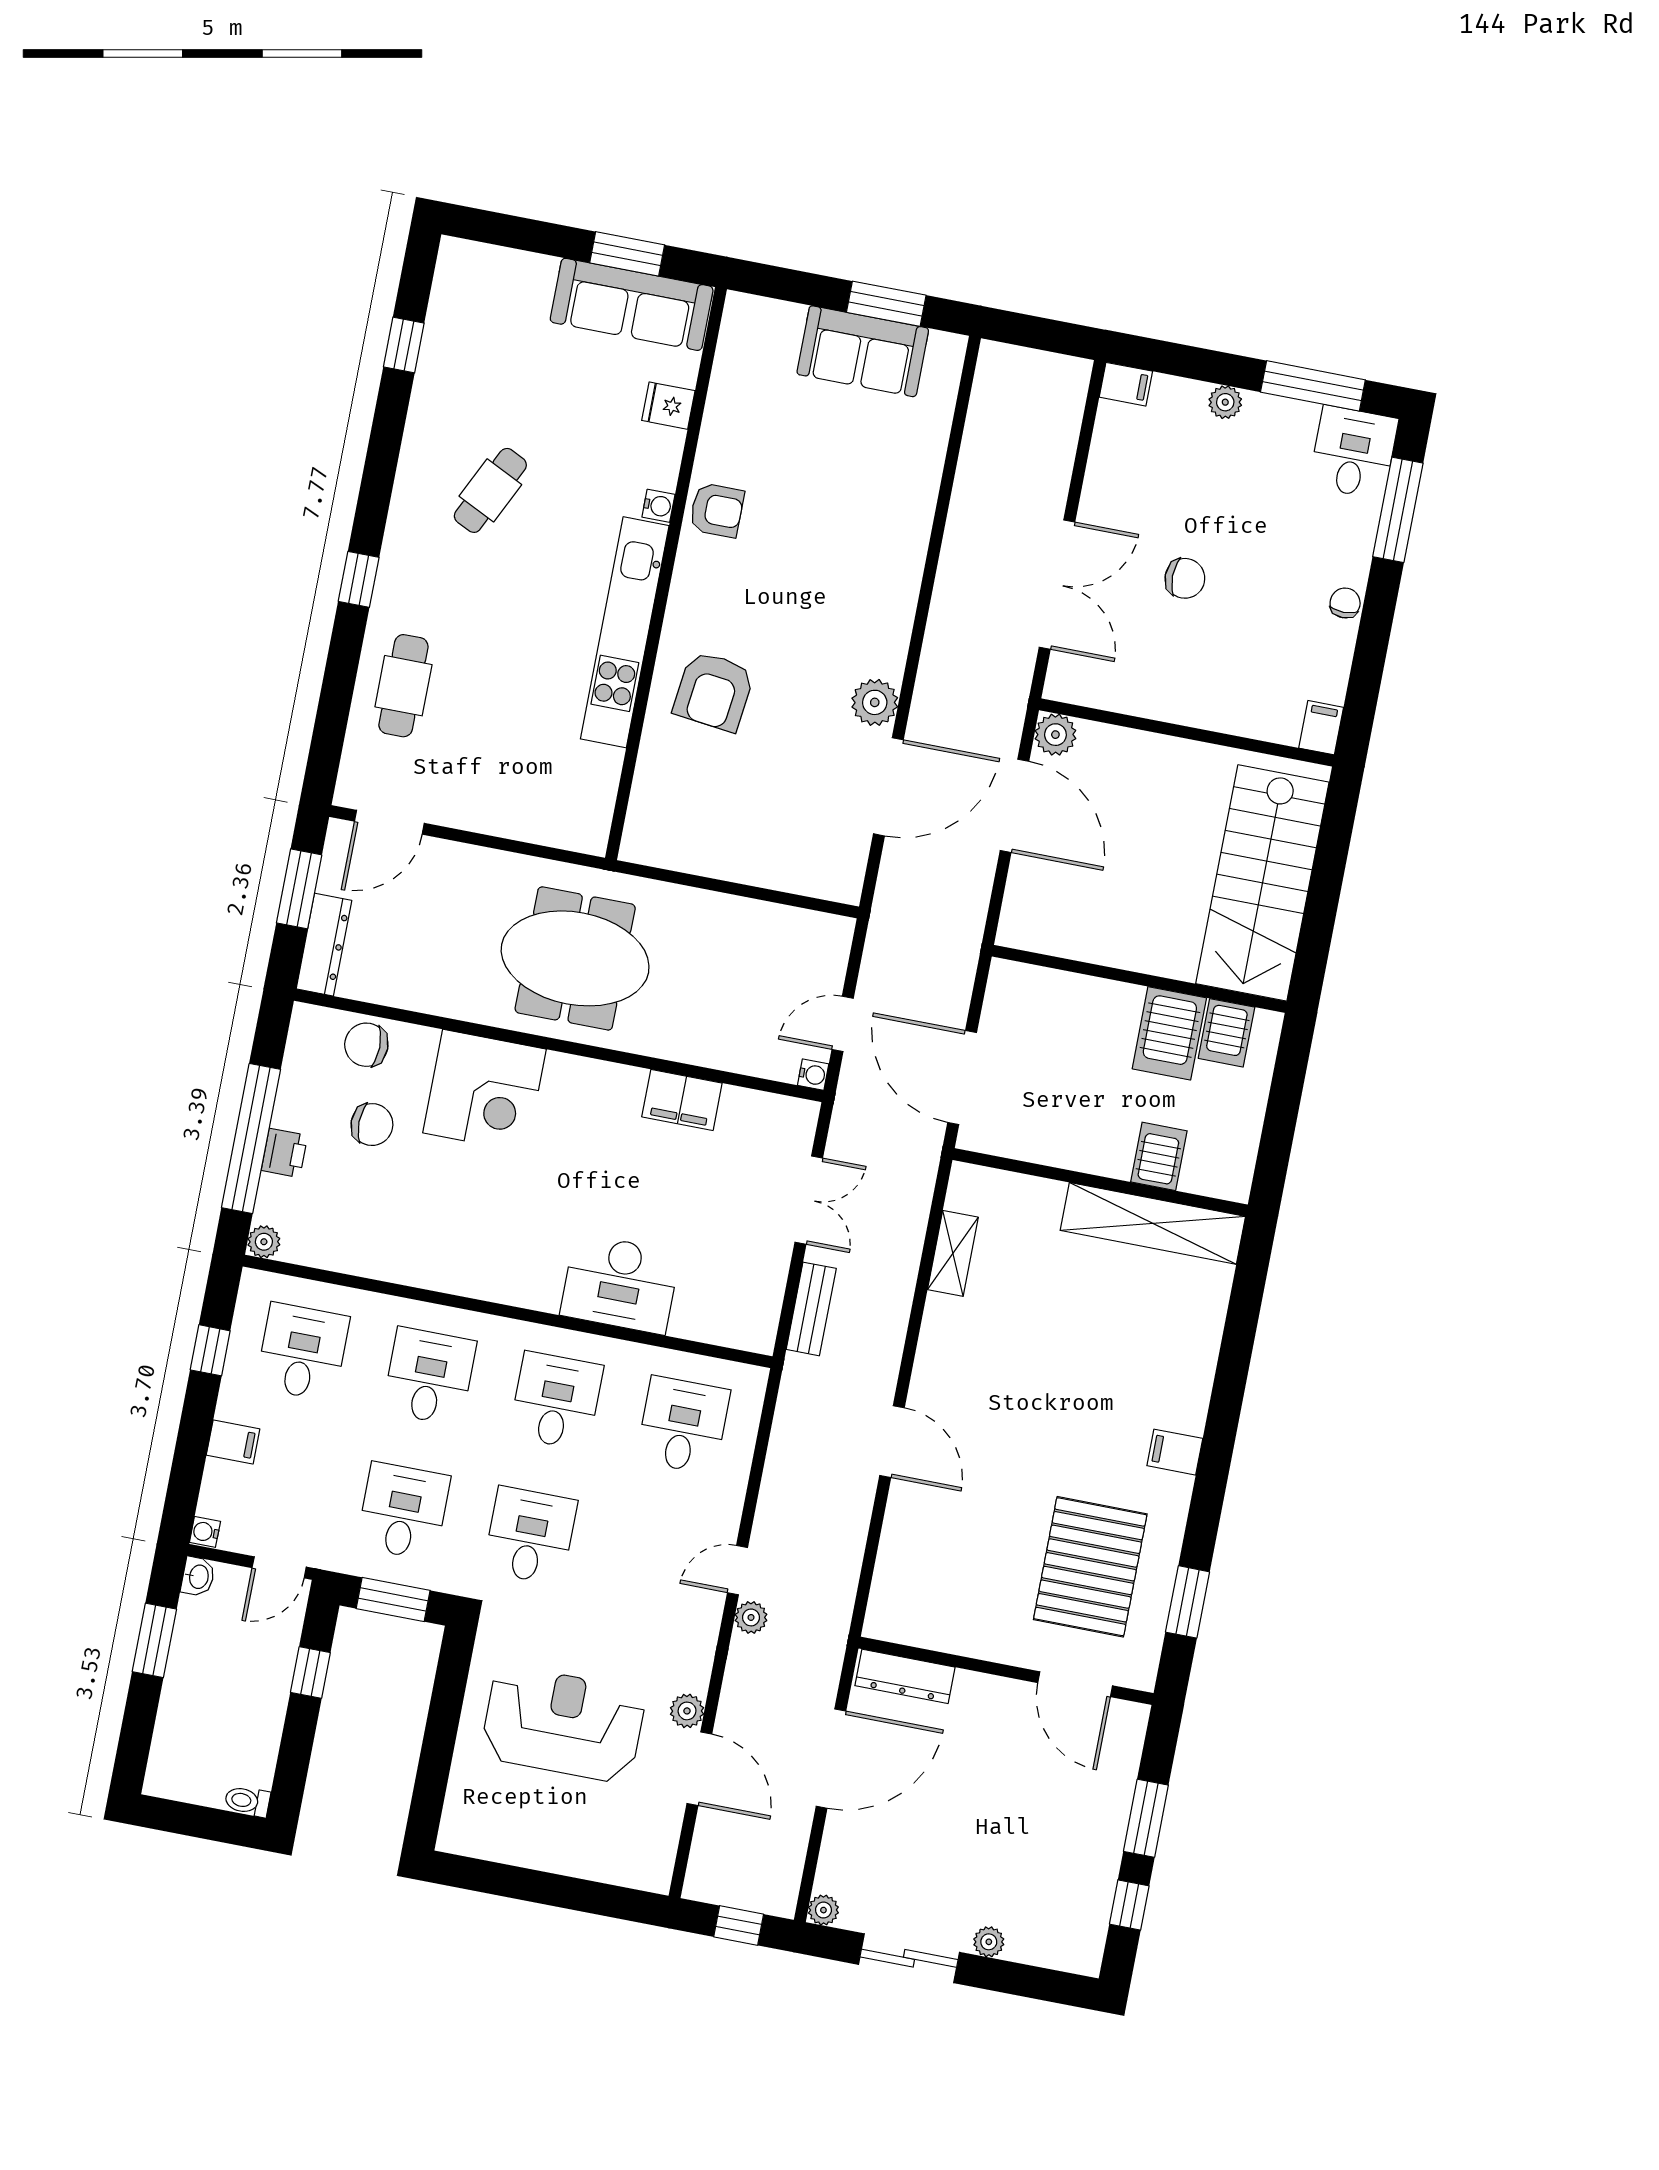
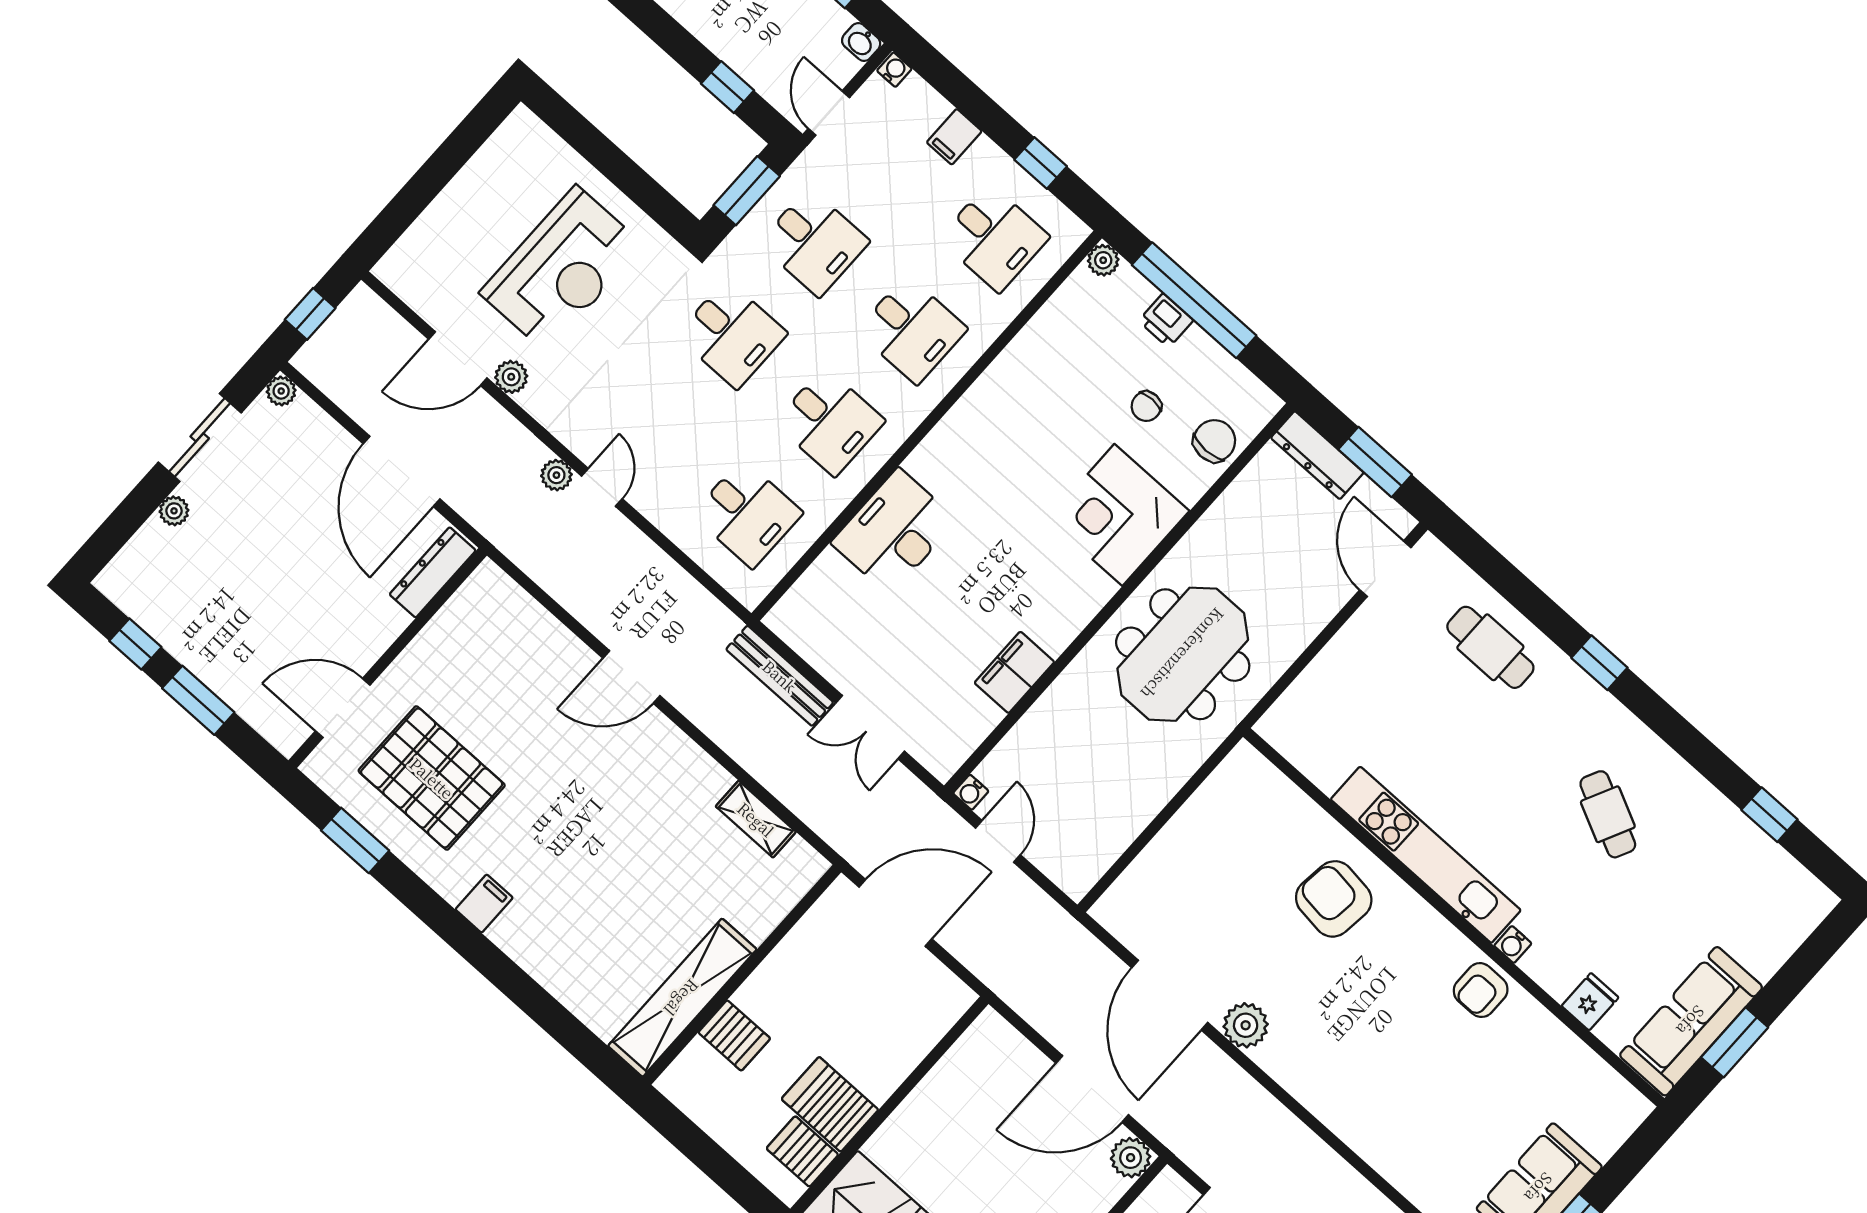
chair: (372, 1125) -> (1146, 406), width x0.73, depth x0.73
bench: (811, 1309) -> (780, 676), width x1.36

